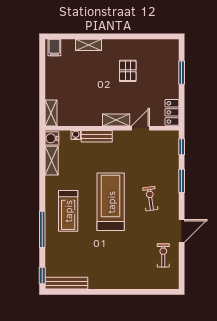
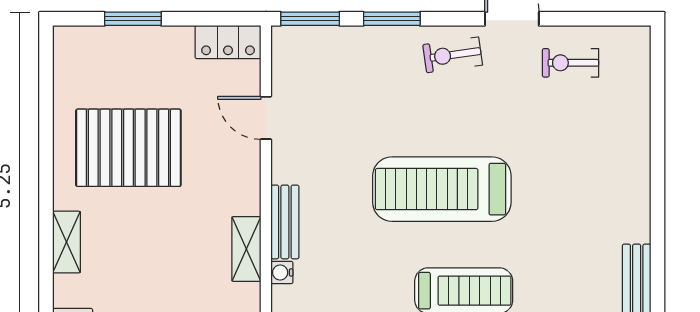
pallet: (128, 71) -> (128, 148), width x2.05, depth x2.00
shelving: (116, 120) -> (246, 249), moved
window: (182, 147) -> (310, 19), width x1.50
exercise bike: (150, 199) -> (453, 55), moved

